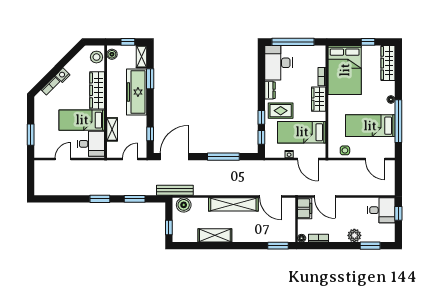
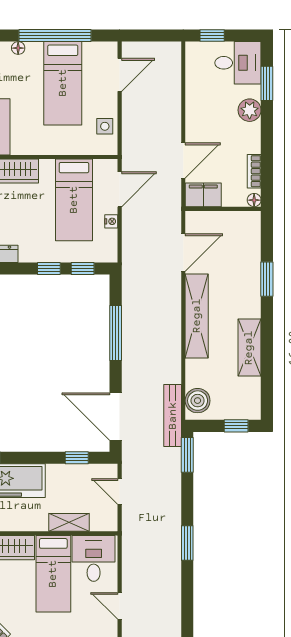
rug: (281, 111) -> (37, 236), removed
window: (135, 199) -> (187, 455), moved
desk: (381, 210) -> (238, 63), moved, turned 90
window: (278, 246) -> (267, 279), moved

